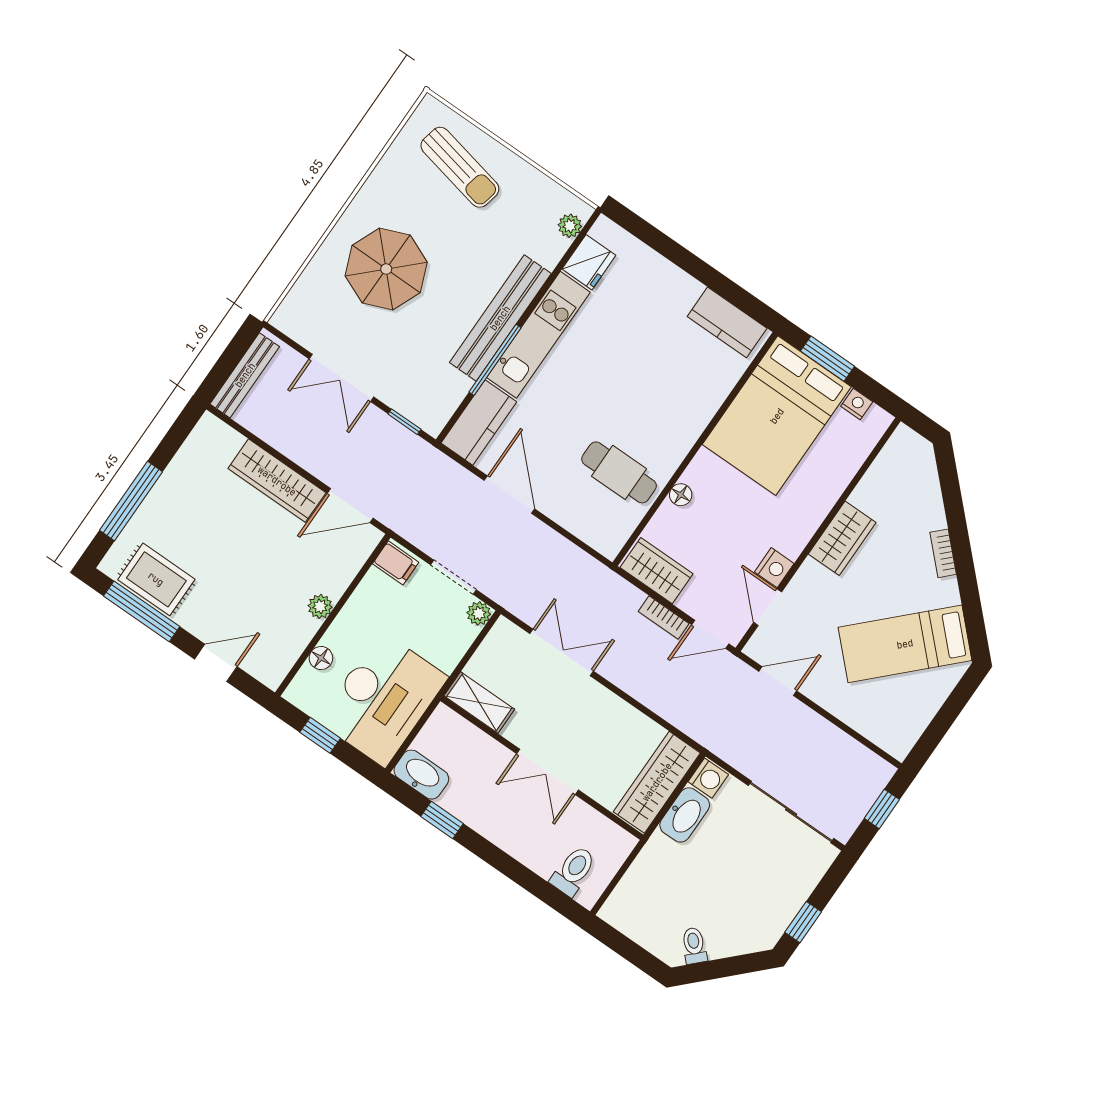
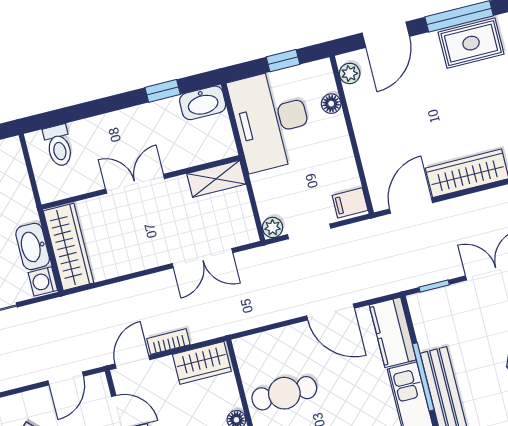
plant: (320, 606) -> (350, 73), moved
door: (216, 663) -> (386, 35), width x1.38

